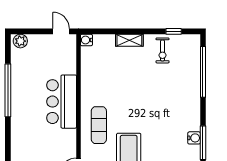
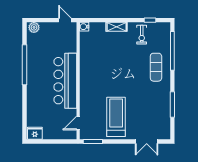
bar counter: (62, 102) -> (65, 81), width x1.36
exercise mat: (99, 125) -> (156, 67), moved
water cooler: (194, 138) -> (166, 101), removed

